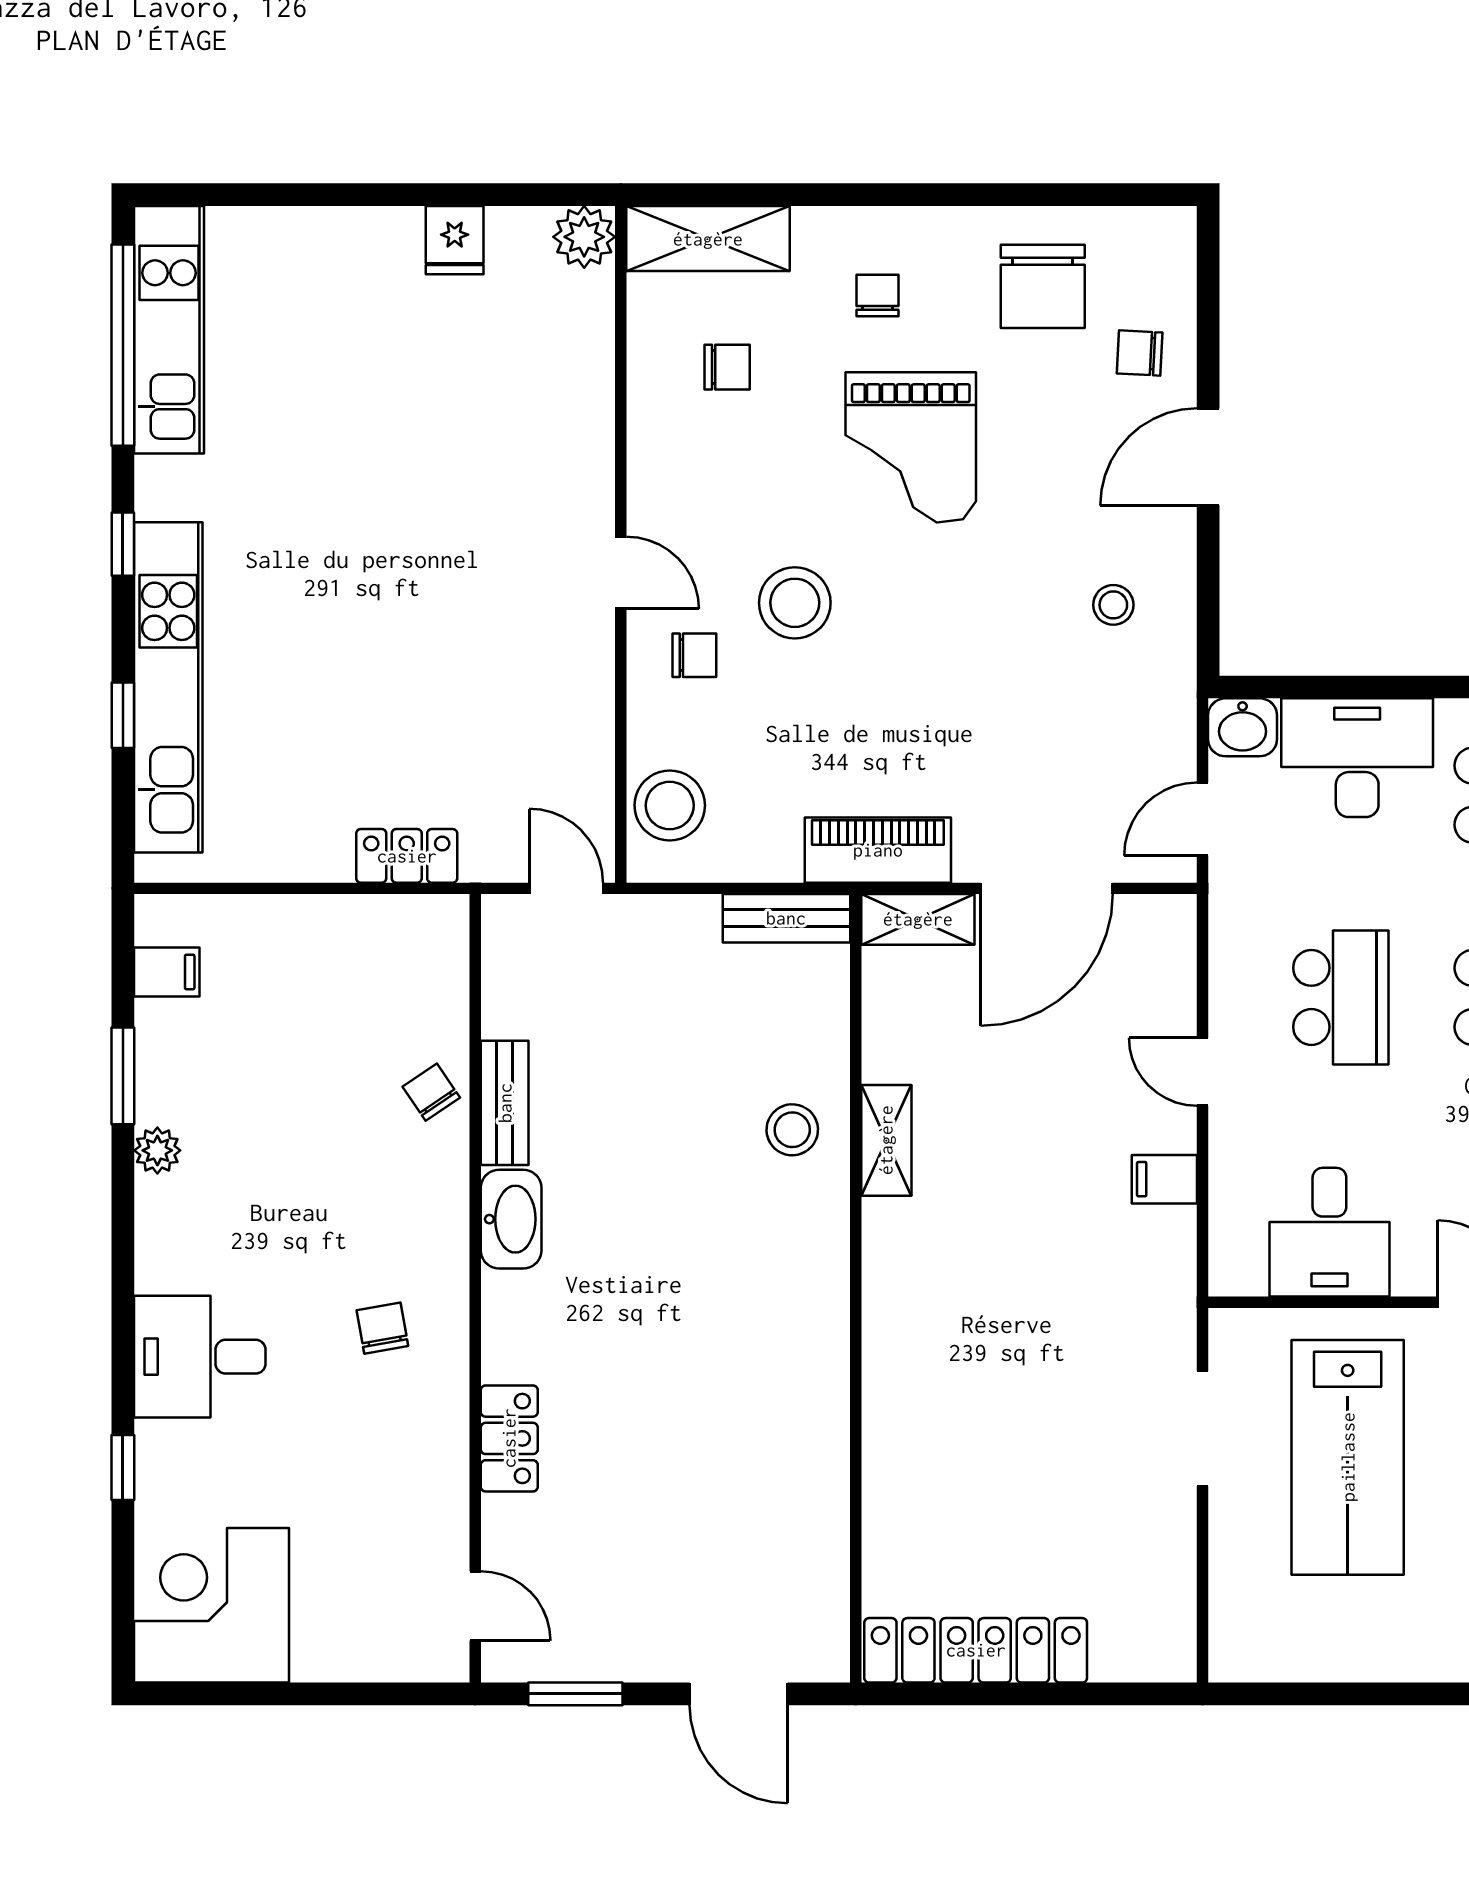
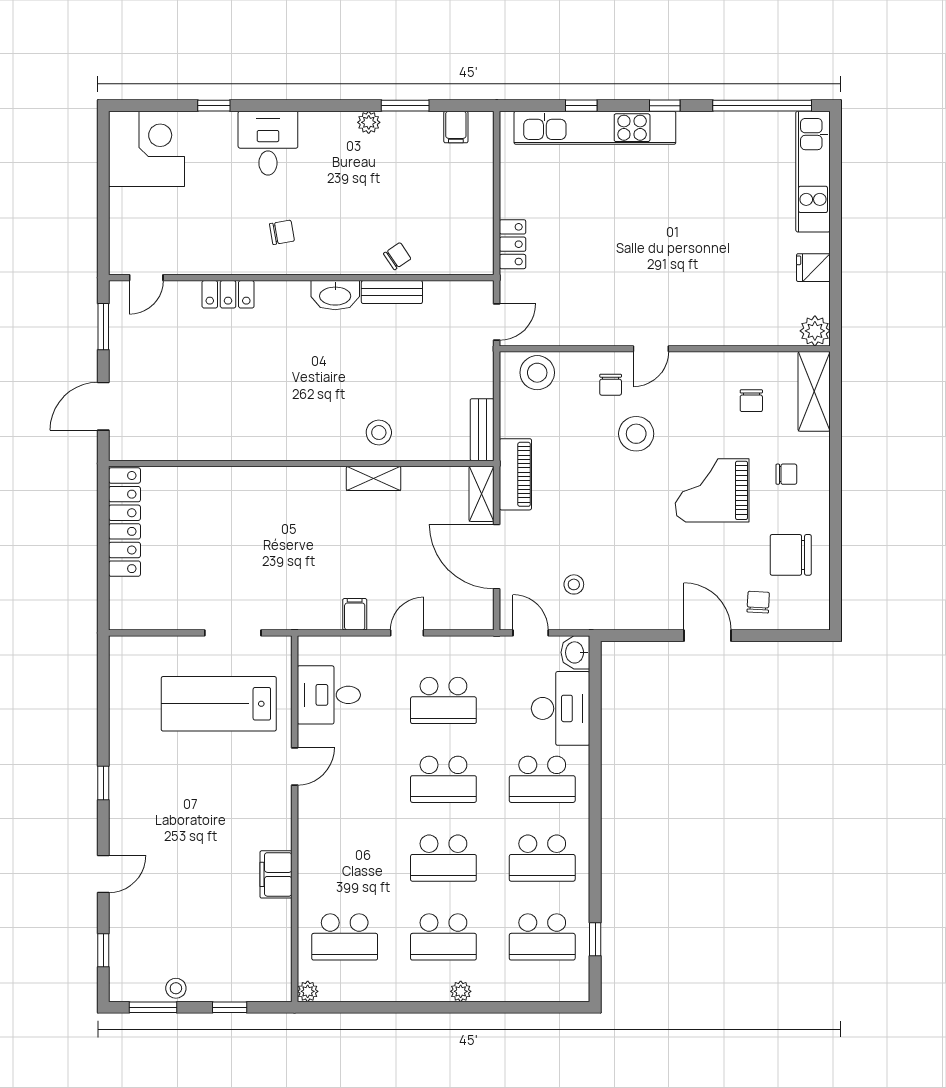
kitchen unit: (169, 330) -> (813, 172), moved, turned 90
stool: (1113, 605) -> (574, 584), moved

